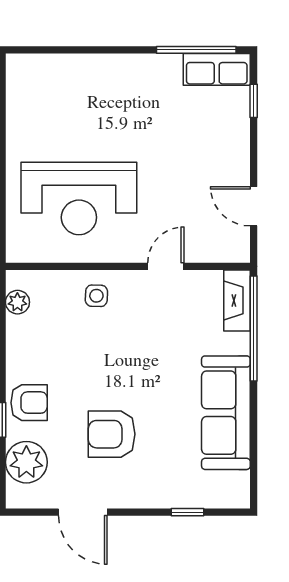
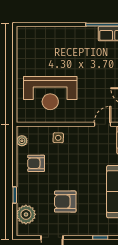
door: (166, 266) -> (103, 124), moved
armchair: (29, 403) -> (36, 163), moved, turned 180

